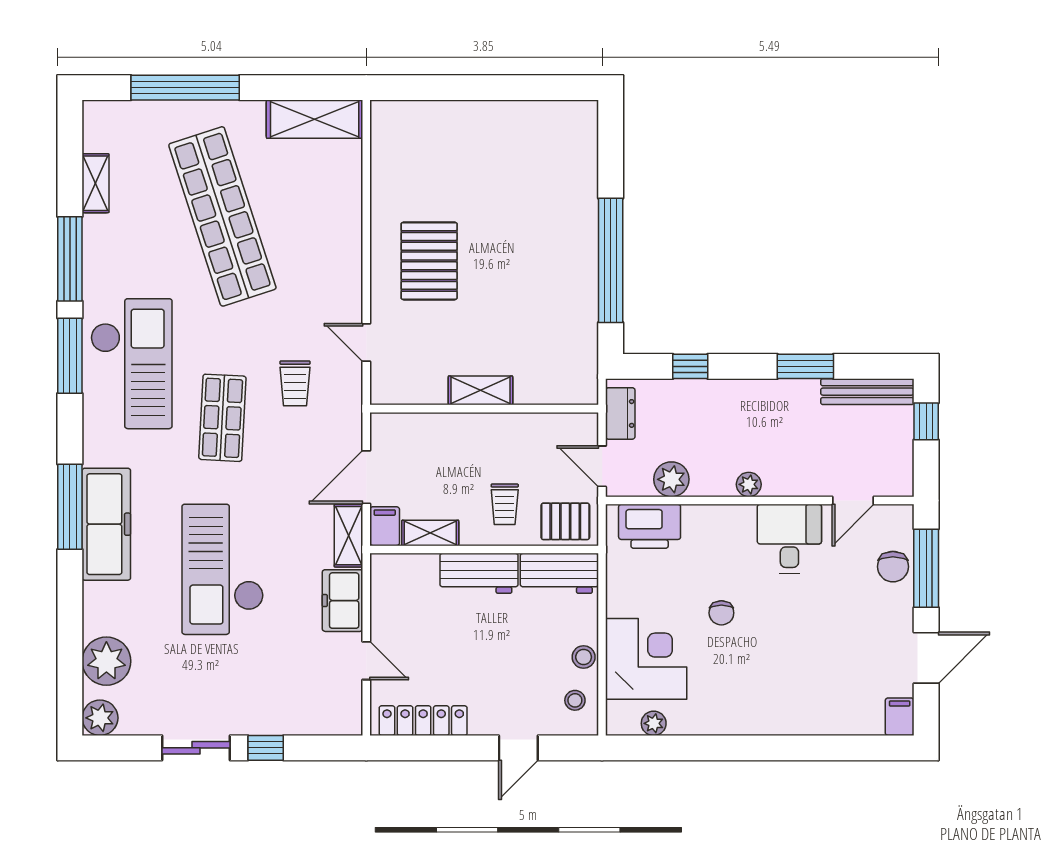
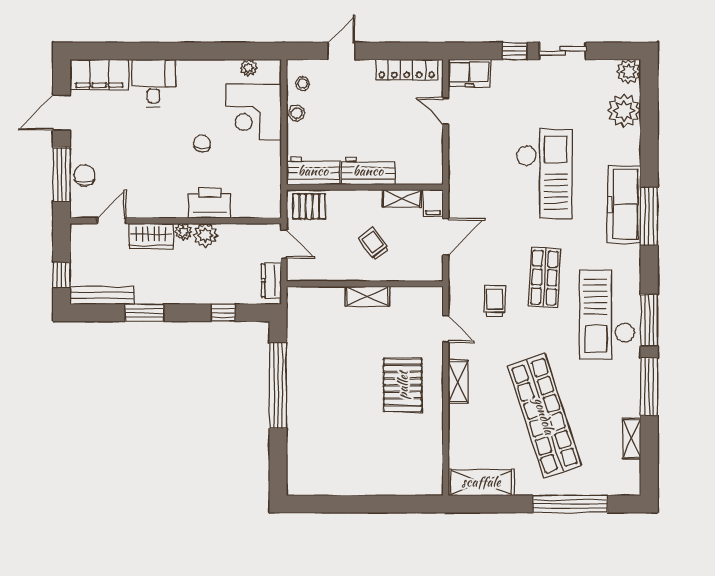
wardrobe: (796, 478) -> (151, 236), added
plant: (671, 479) -> (205, 235), moved
trolley: (505, 504) -> (374, 244), moved, turned -35
printer: (650, 526) -> (209, 203), moved
shelving: (348, 536) -> (458, 381), moved
desk: (789, 539) -> (154, 83), moved, turned 180
freezer: (343, 601) -> (469, 73), moved, turned 90
filing cabinet: (900, 717) -> (99, 74), width x3.00, depth x1.17

